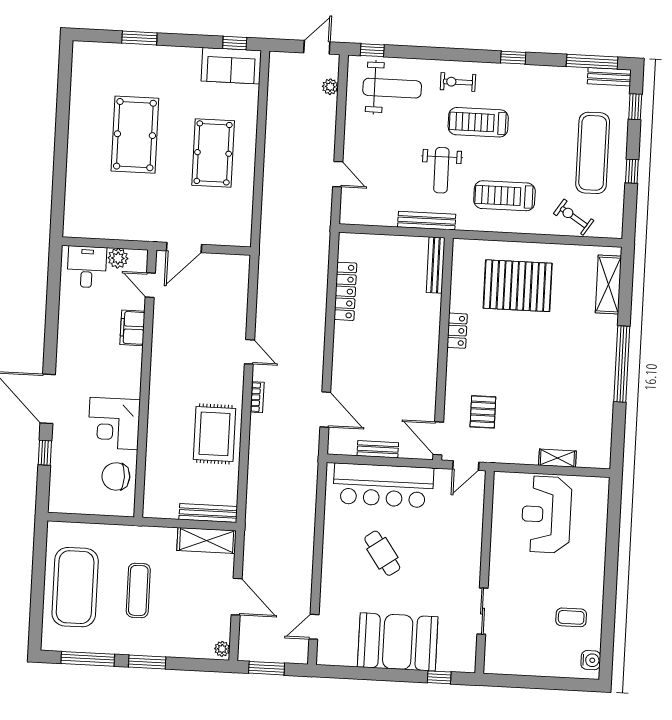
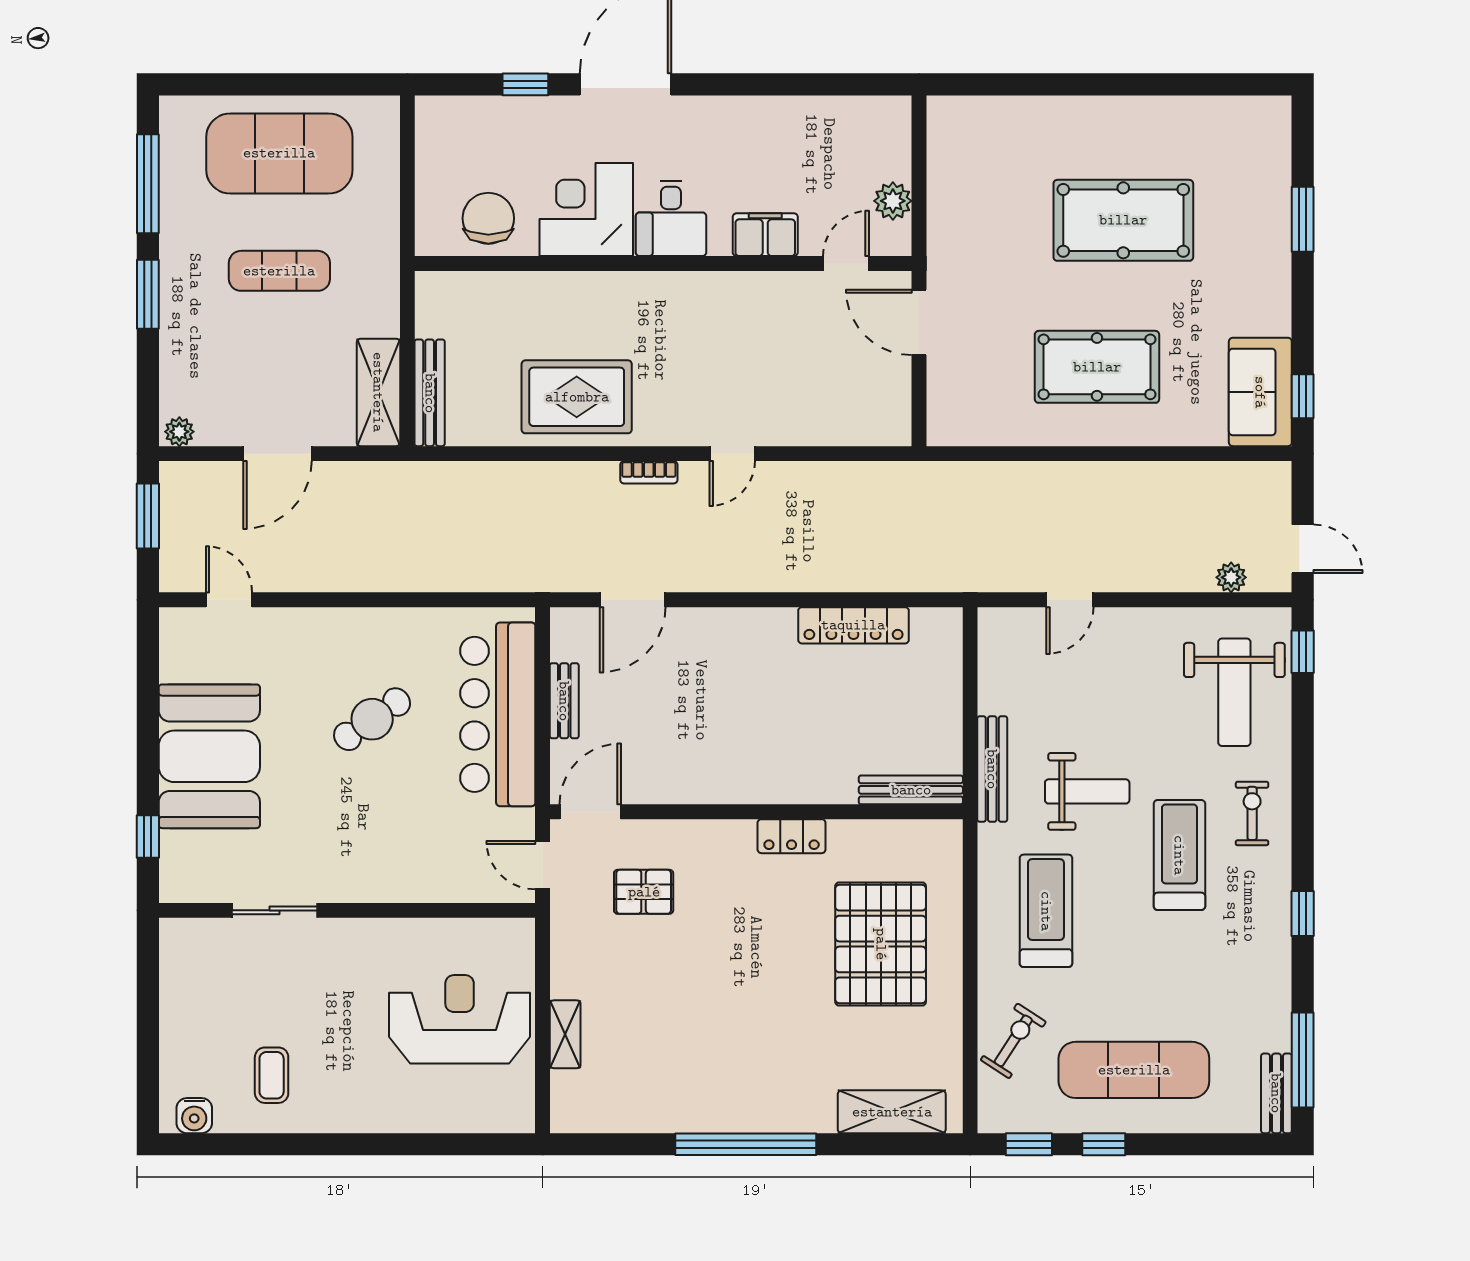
window: (635, 107) -> (1029, 1144), moved
weight bench: (441, 170) -> (1087, 791), turned 180
desk: (87, 267) -> (671, 218), moved, turned 90

